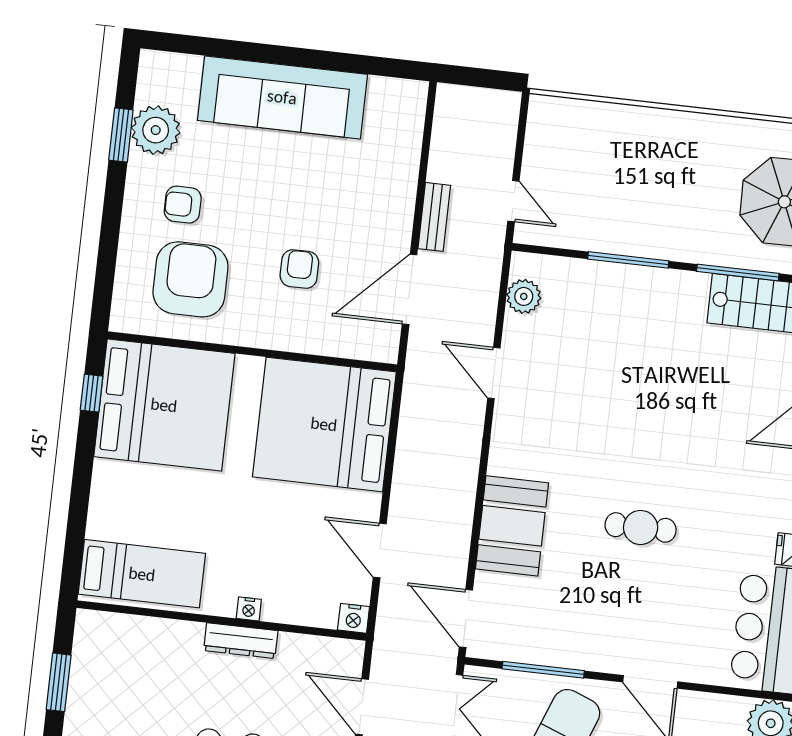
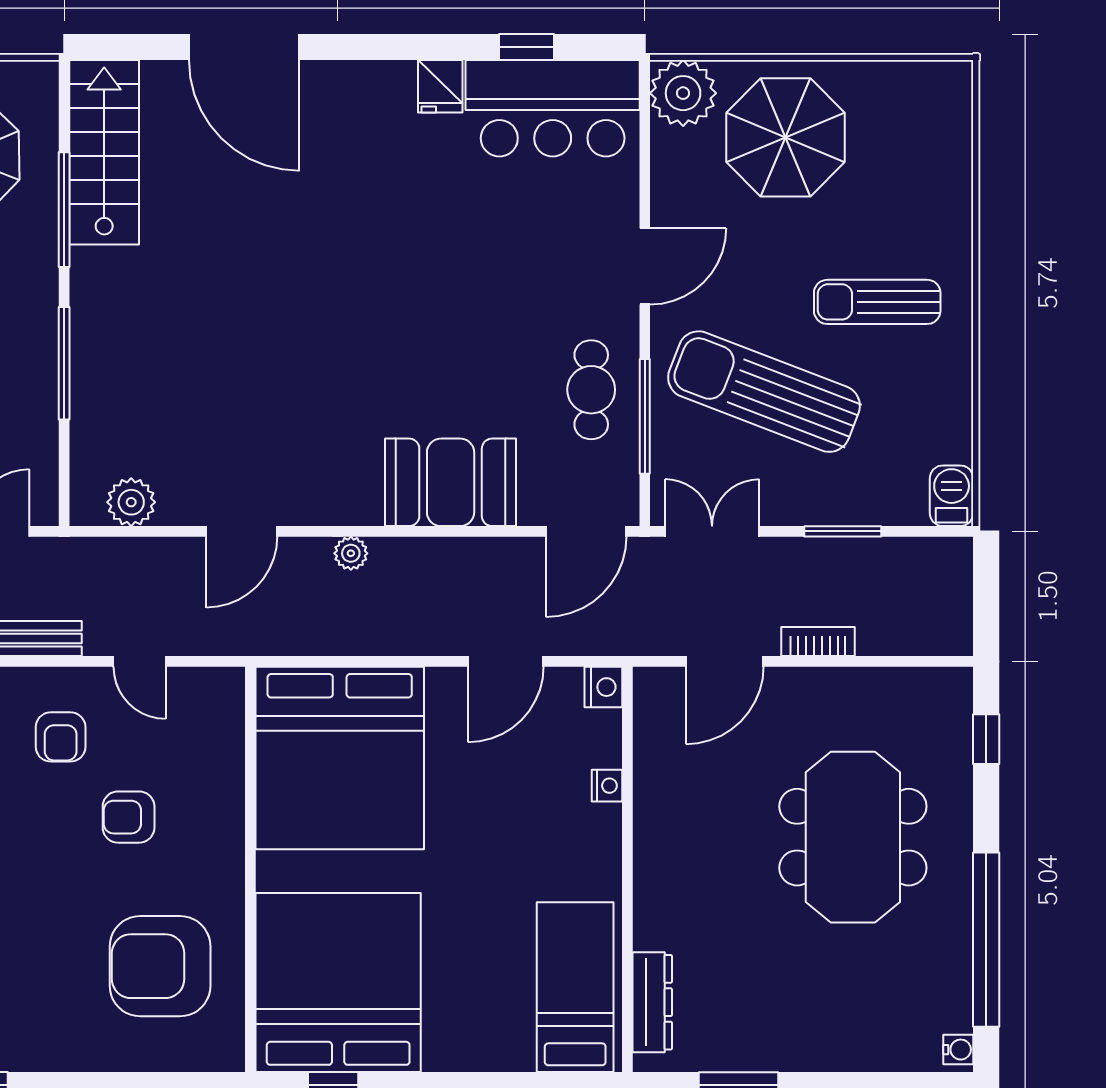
armchair: (183, 205) -> (61, 737), moved
door: (410, 289) -> (139, 661), width x0.53
plant: (469, 449) -> (351, 553), added
cafe table: (641, 527) -> (591, 390), moved
nightstand: (249, 609) -> (607, 786), moved
dresser: (241, 641) -> (652, 1002), moved

